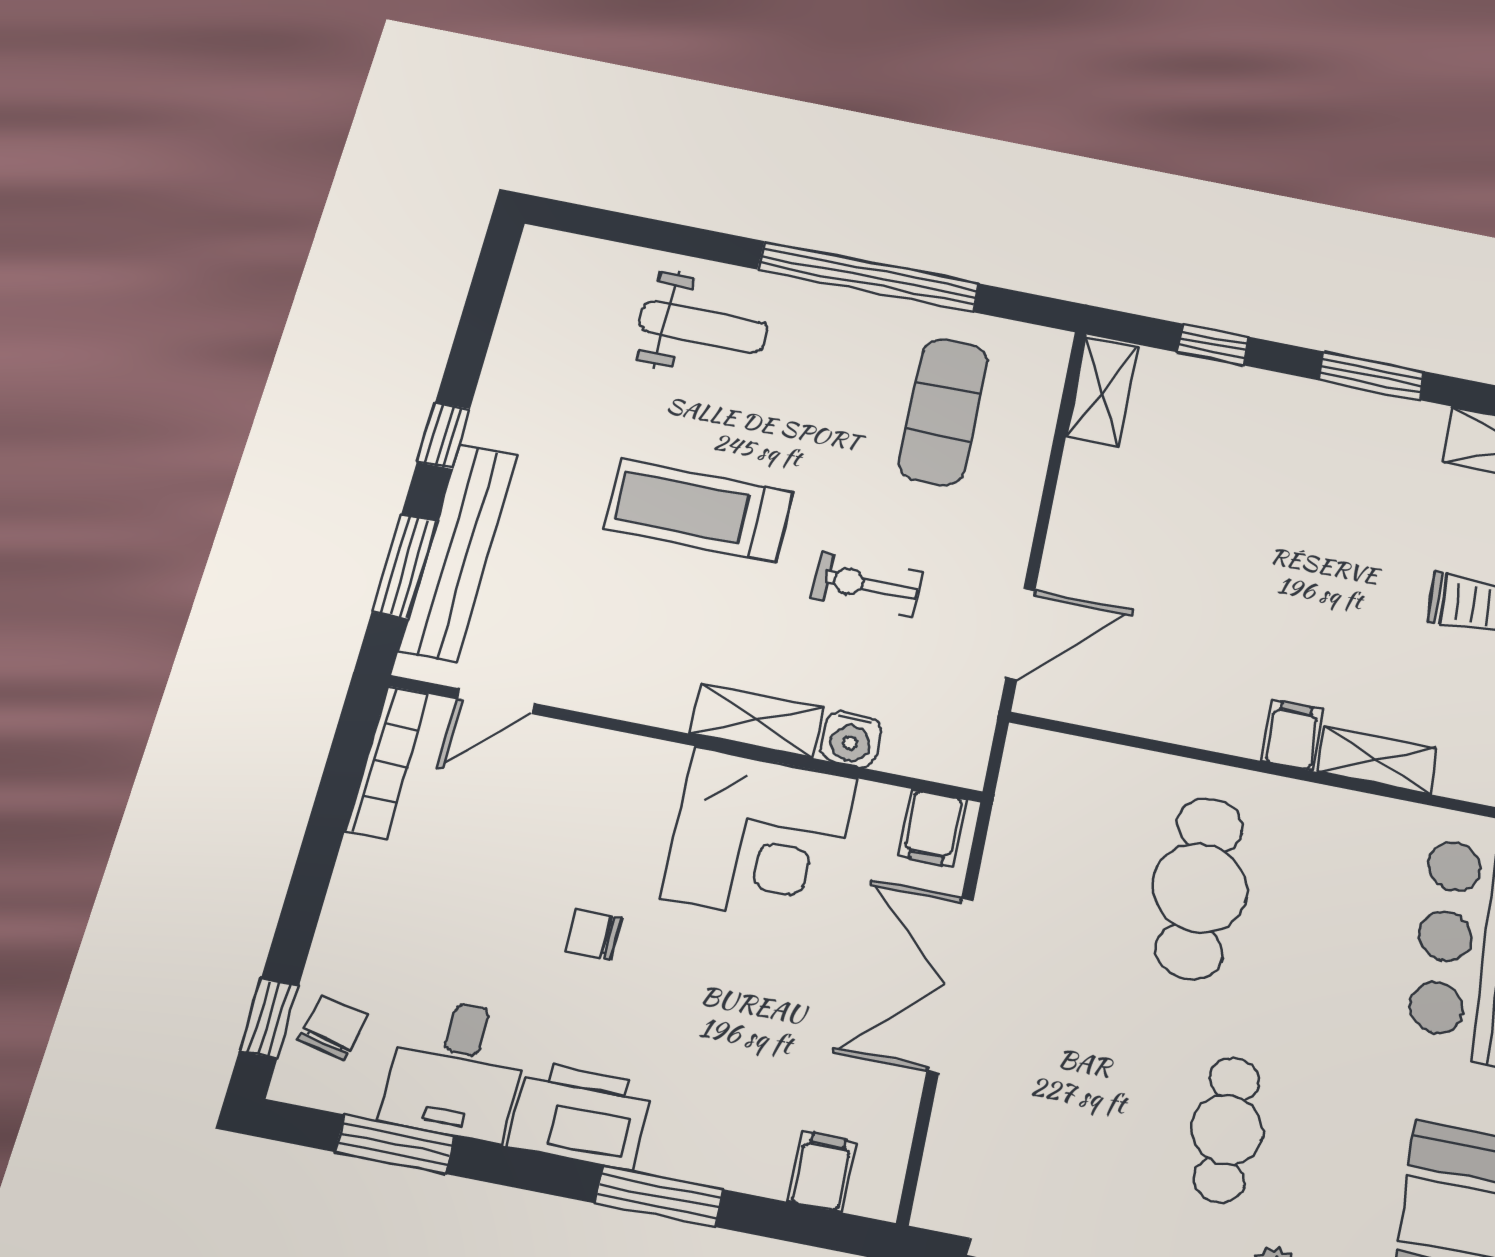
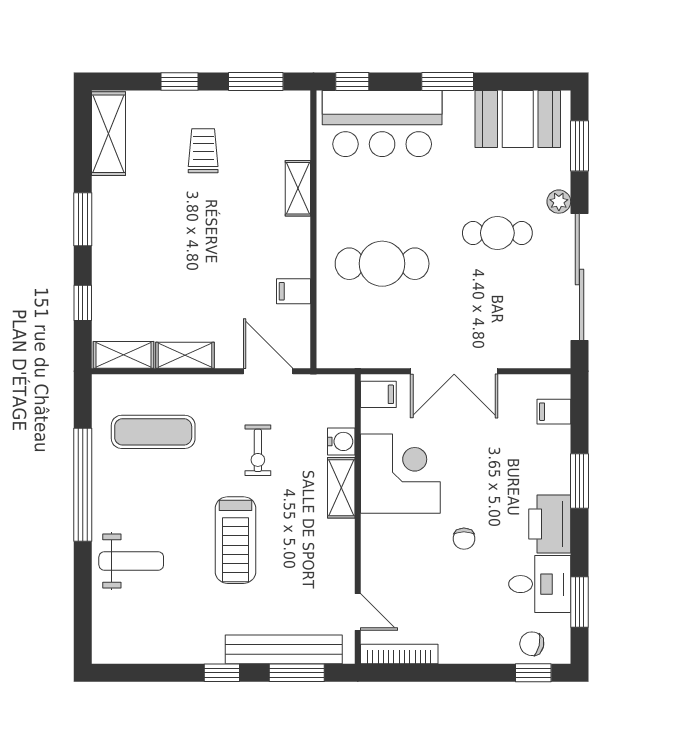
weight bench: (703, 326) -> (131, 561), turned 90
shelving: (1081, 495) -> (185, 355), added
filing cabinet: (1292, 735) -> (294, 291), moved

